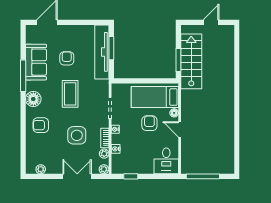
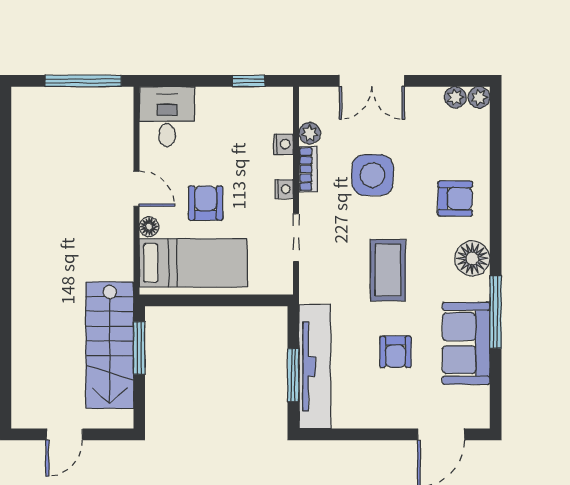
armchair: (149, 123) -> (206, 203), turned 180
plant: (104, 169) -> (479, 97), moved

